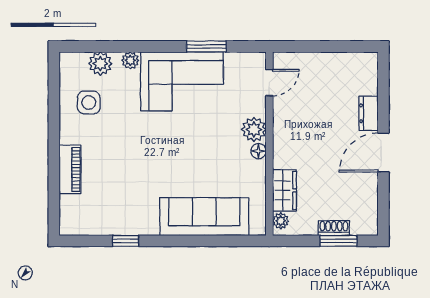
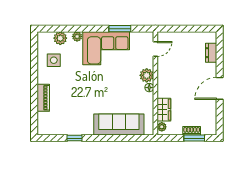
dresser: (369, 113) -> (211, 53), moved

